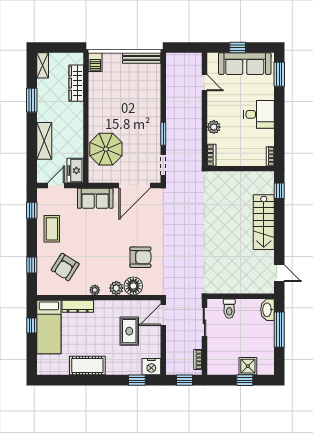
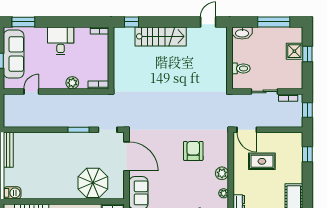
floor lamp: (133, 286) -> (220, 158), removed
sliding door: (204, 322) -> (264, 91), moved
window: (279, 330) -> (274, 22), moved
nightstand: (151, 367) -> (295, 141), removed

